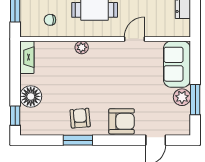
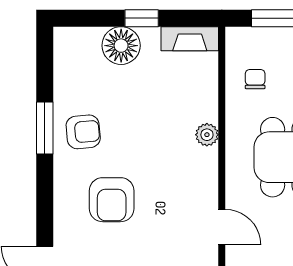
window: (15, 116) -> (142, 18), moved
armchair: (122, 121) -> (112, 200), moved

